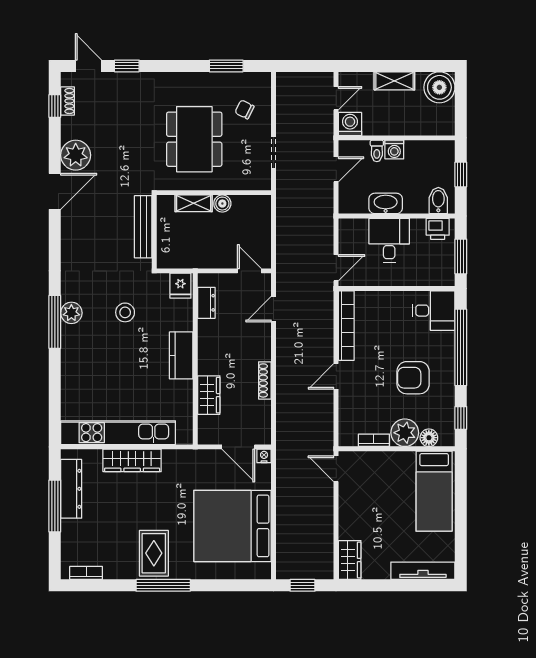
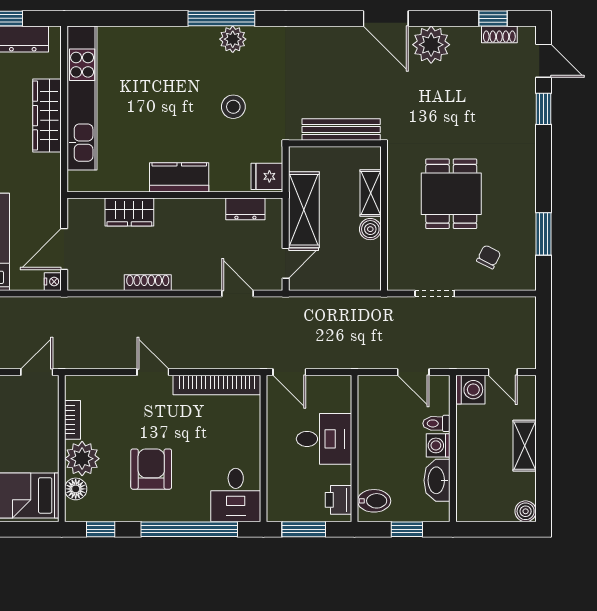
door: (89, 66) -> (543, 61), hinge flipped
boiler: (439, 87) -> (526, 511), width x0.54, depth x0.54
dining table: (194, 139) -> (451, 194), width x0.73
washbasin: (386, 203) -> (437, 480), moved, turned 180
shelving: (207, 256) -> (304, 210), added

